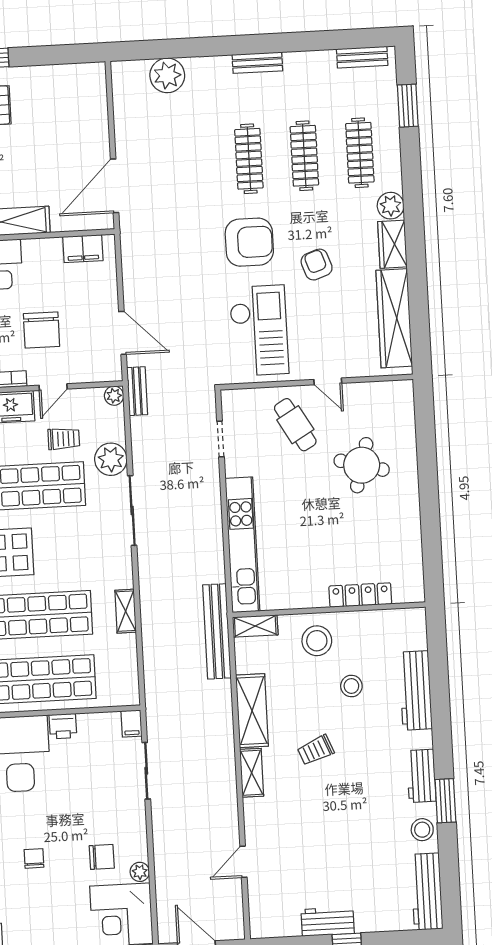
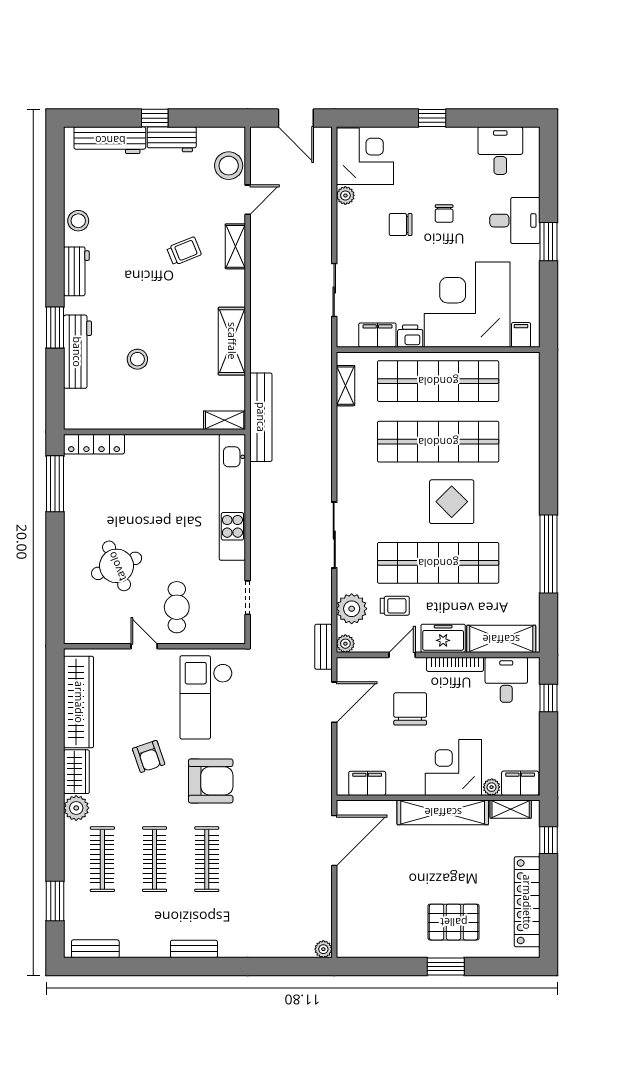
plant: (167, 75) -> (323, 949), moved, width x0.53, depth x0.53
armchair: (249, 242) -> (211, 781), turned 180
door: (123, 333) -> (334, 702), swing flipped
cafe table: (295, 425) -> (177, 607), turned 30
trolley: (64, 439) -> (395, 606), turned 180
plant: (111, 459) -> (352, 609), moved
round table: (362, 465) -> (117, 566), turned -37
window: (432, 549) -> (55, 484), added
locker: (360, 595) -> (94, 444), moved
shelving: (126, 611) -> (345, 386), moved
stool: (317, 641) -> (229, 166), moved
filing cabinet: (131, 724) -> (377, 335), moved, width x2.00
trolley: (316, 750) -> (184, 251), moved
shelving: (252, 773) -> (235, 246), moved
window: (445, 801) -> (55, 327), moved
chair: (102, 857) -> (401, 225), moved
workbench: (427, 892) -> (110, 140), moved, turned 90

